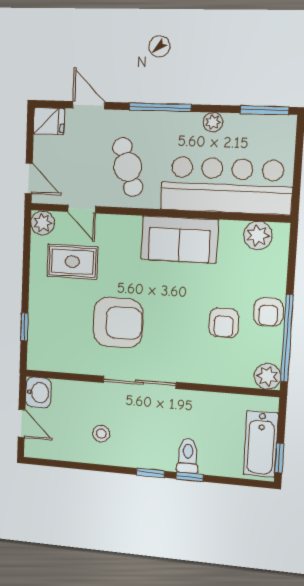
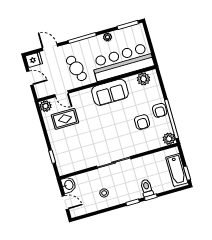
door: (29, 179) -> (30, 78), moved
armchair: (118, 322) -> (95, 139), removed

